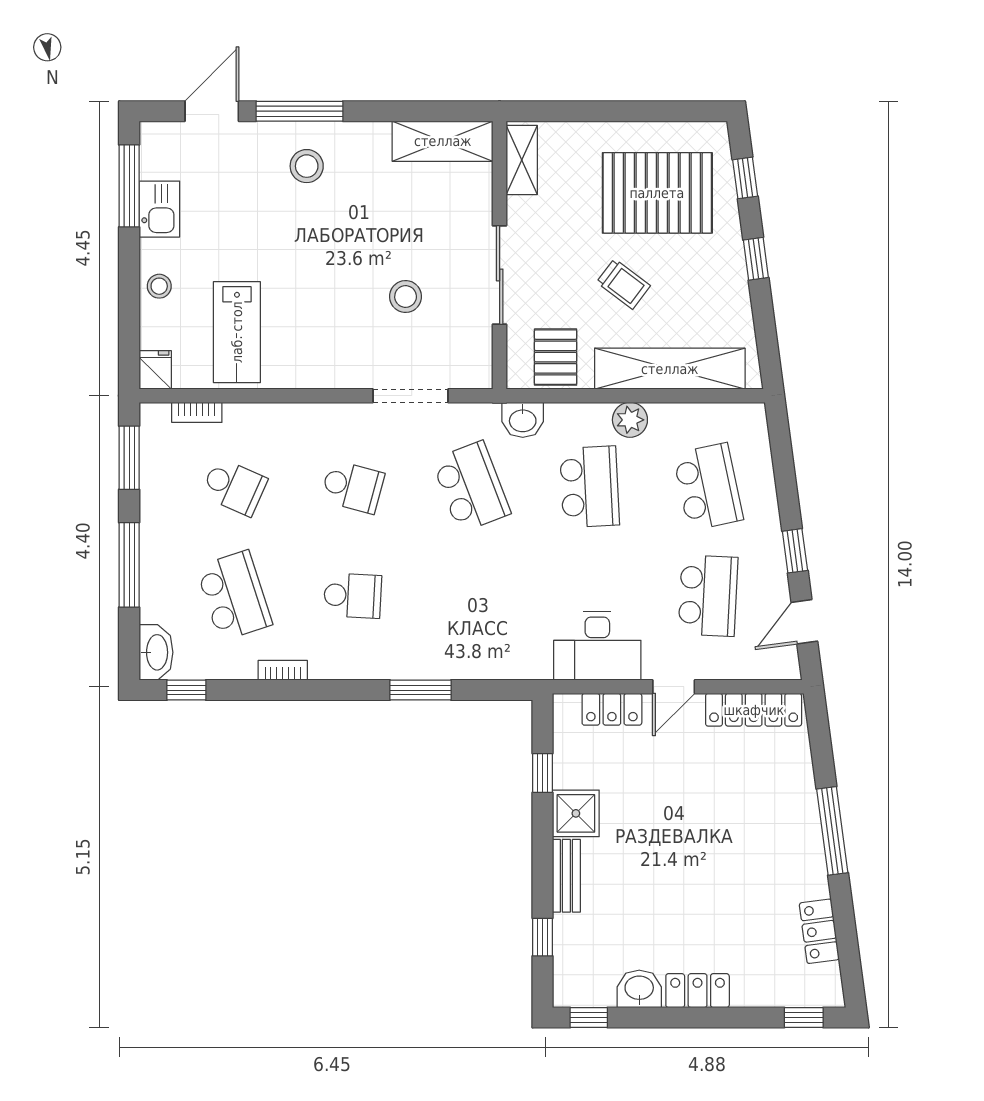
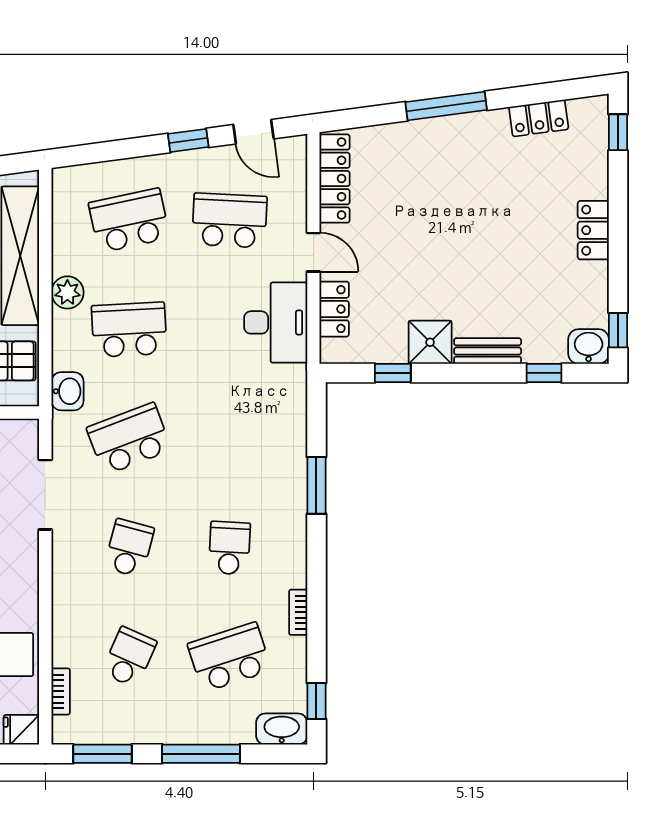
washbasin: (639, 989) -> (589, 347), moved, turned 90

